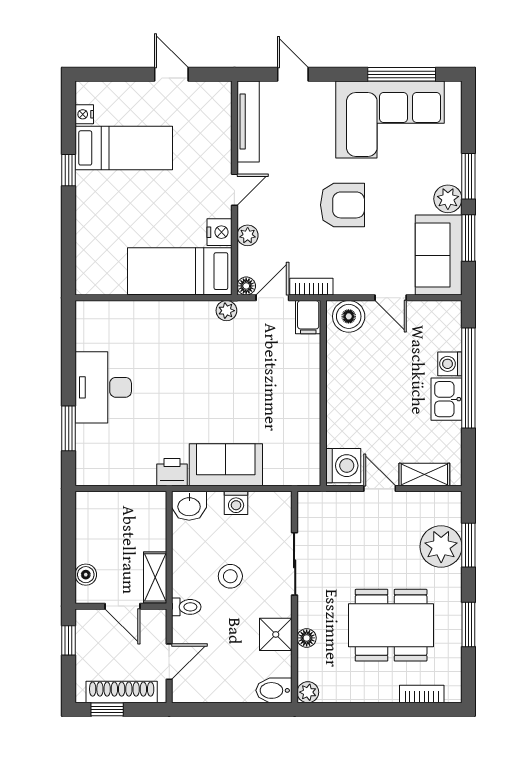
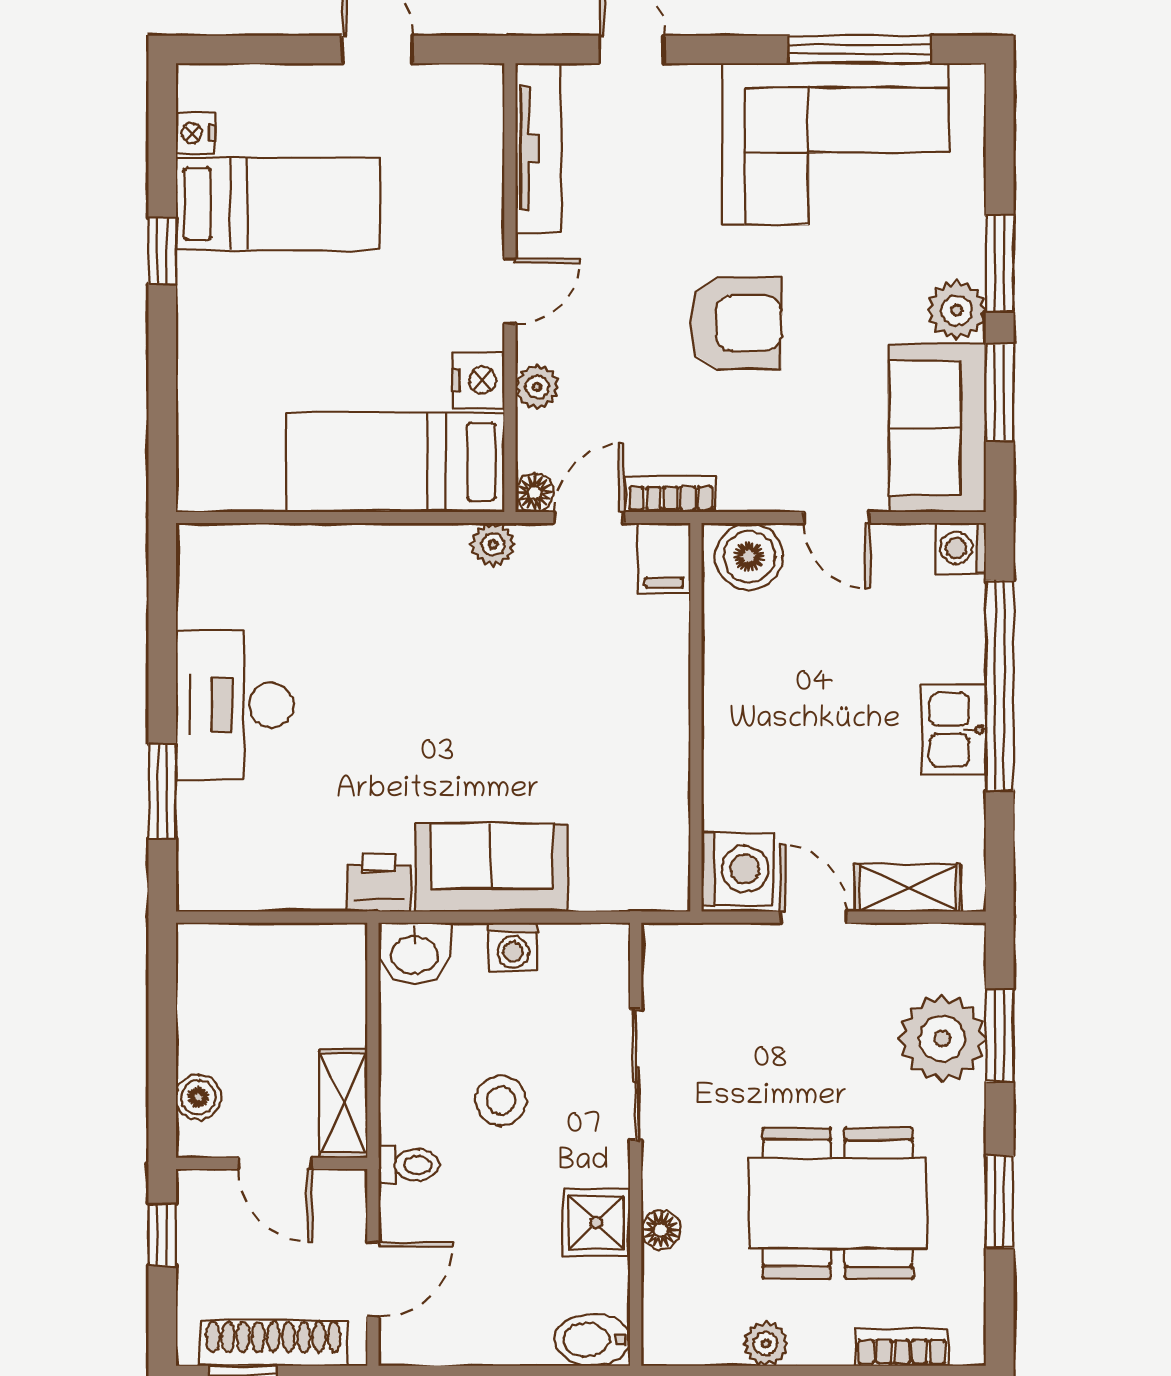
washing machine: (450, 364) -> (961, 548), moved
plant: (308, 692) -> (766, 1344), moved

